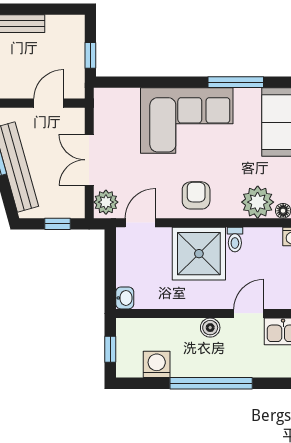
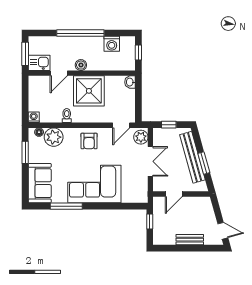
shower: (199, 254) -> (89, 91), moved

